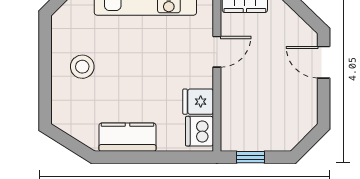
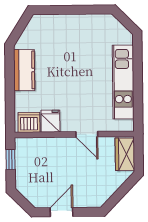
door: (324, 62) -> (61, 212), moved
stool: (82, 67) -> (75, 37), removed

